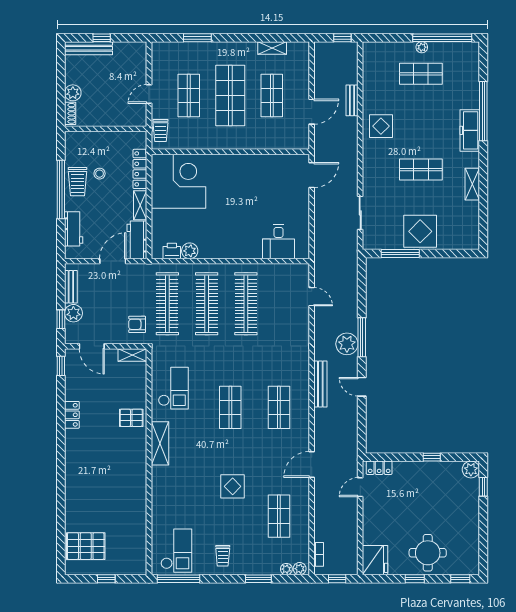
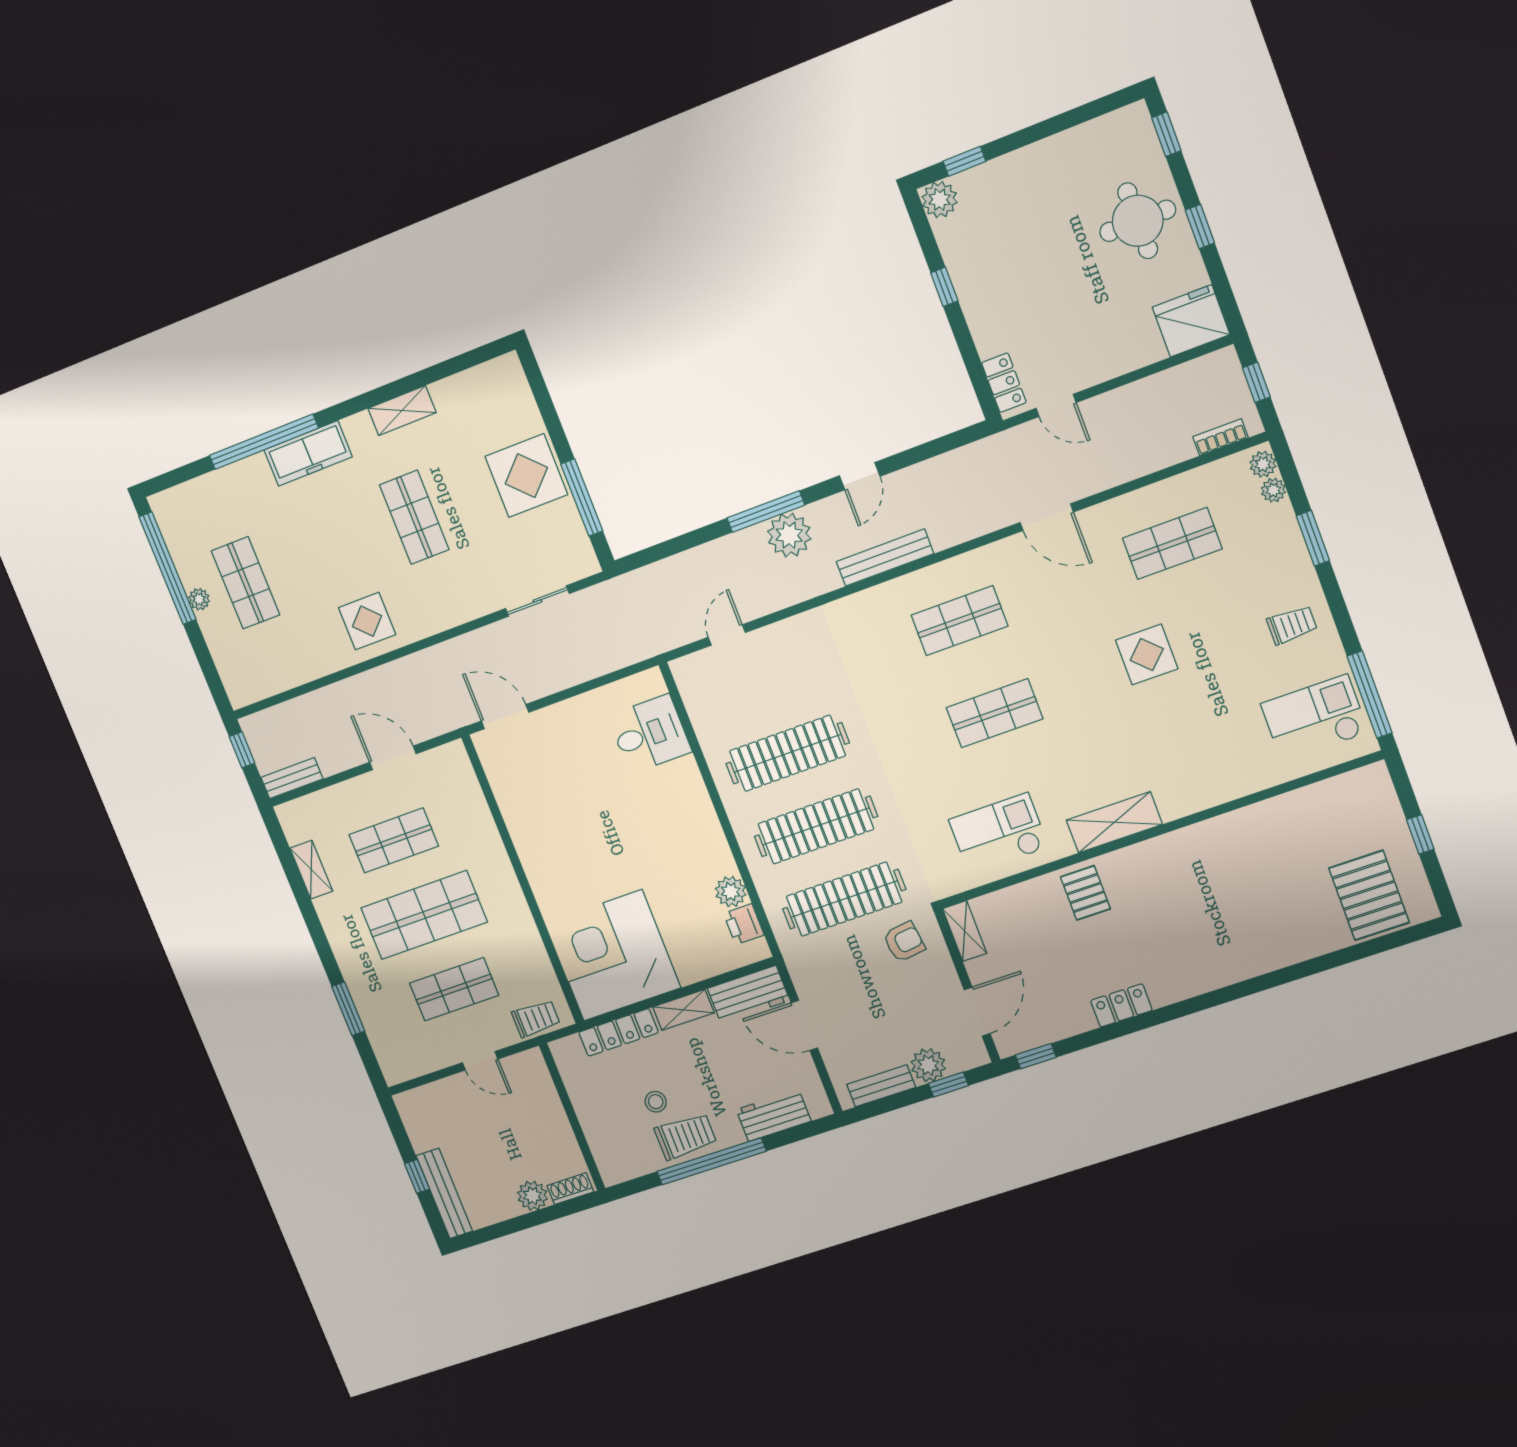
bench: (352, 100) -> (292, 778), moved
armchair: (137, 324) -> (904, 942), turned -97

